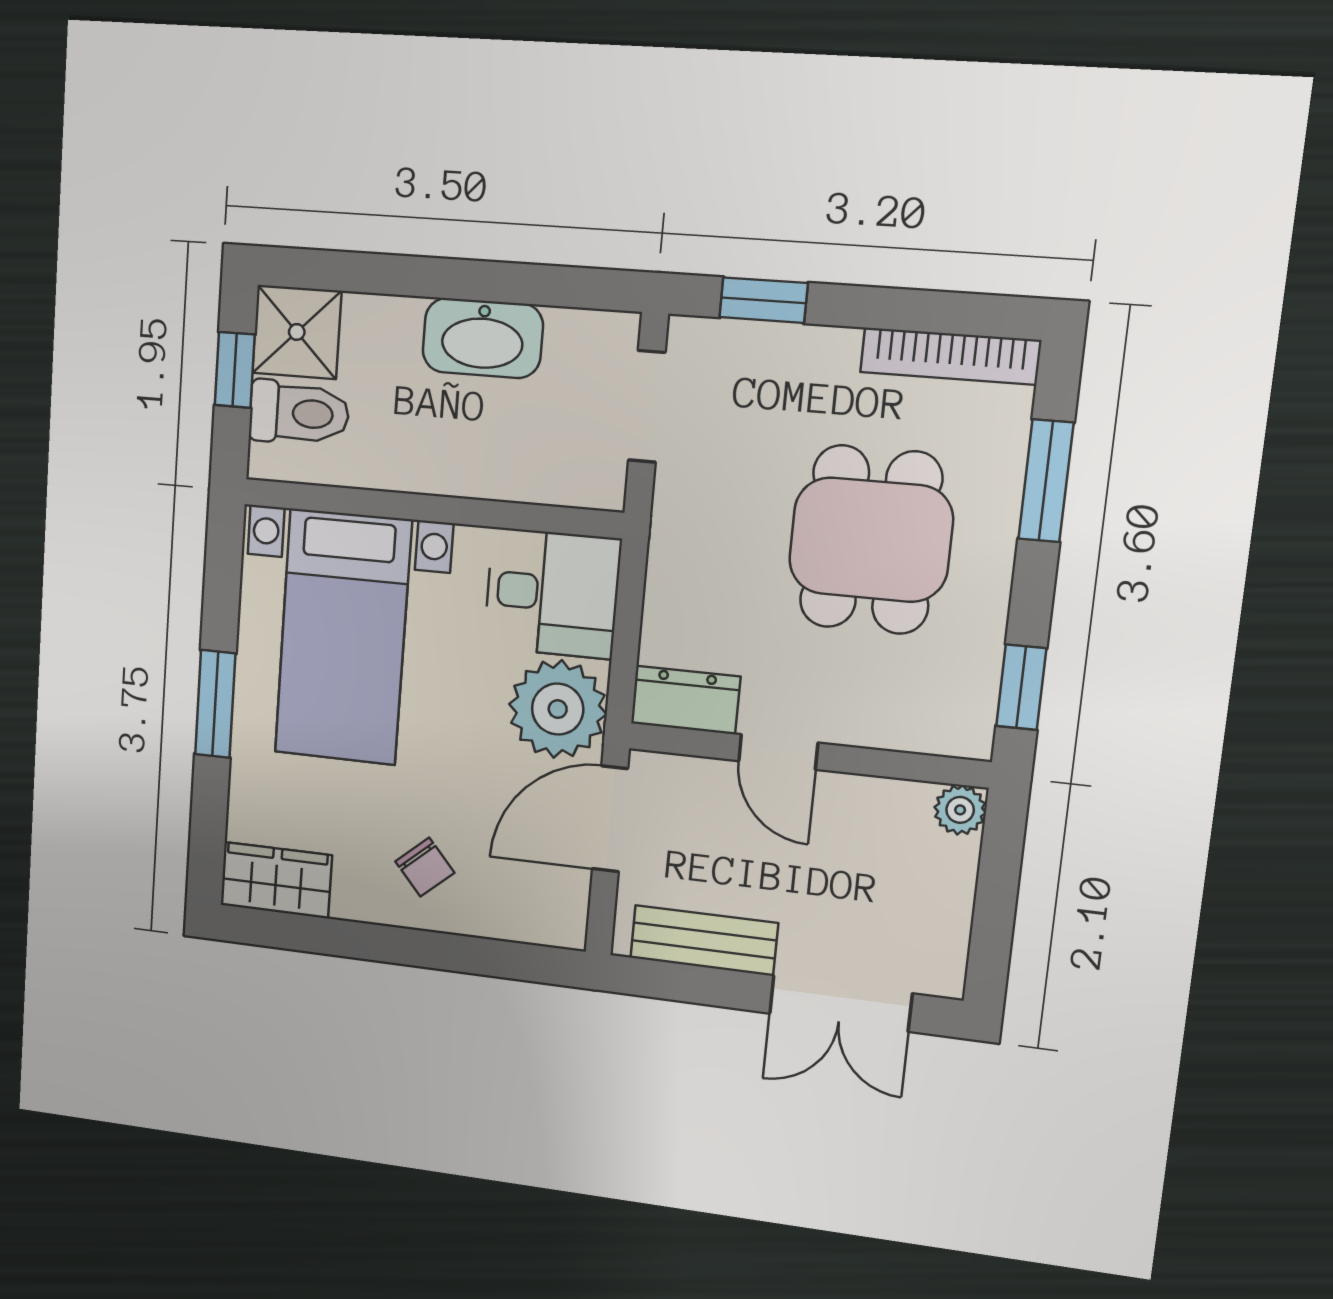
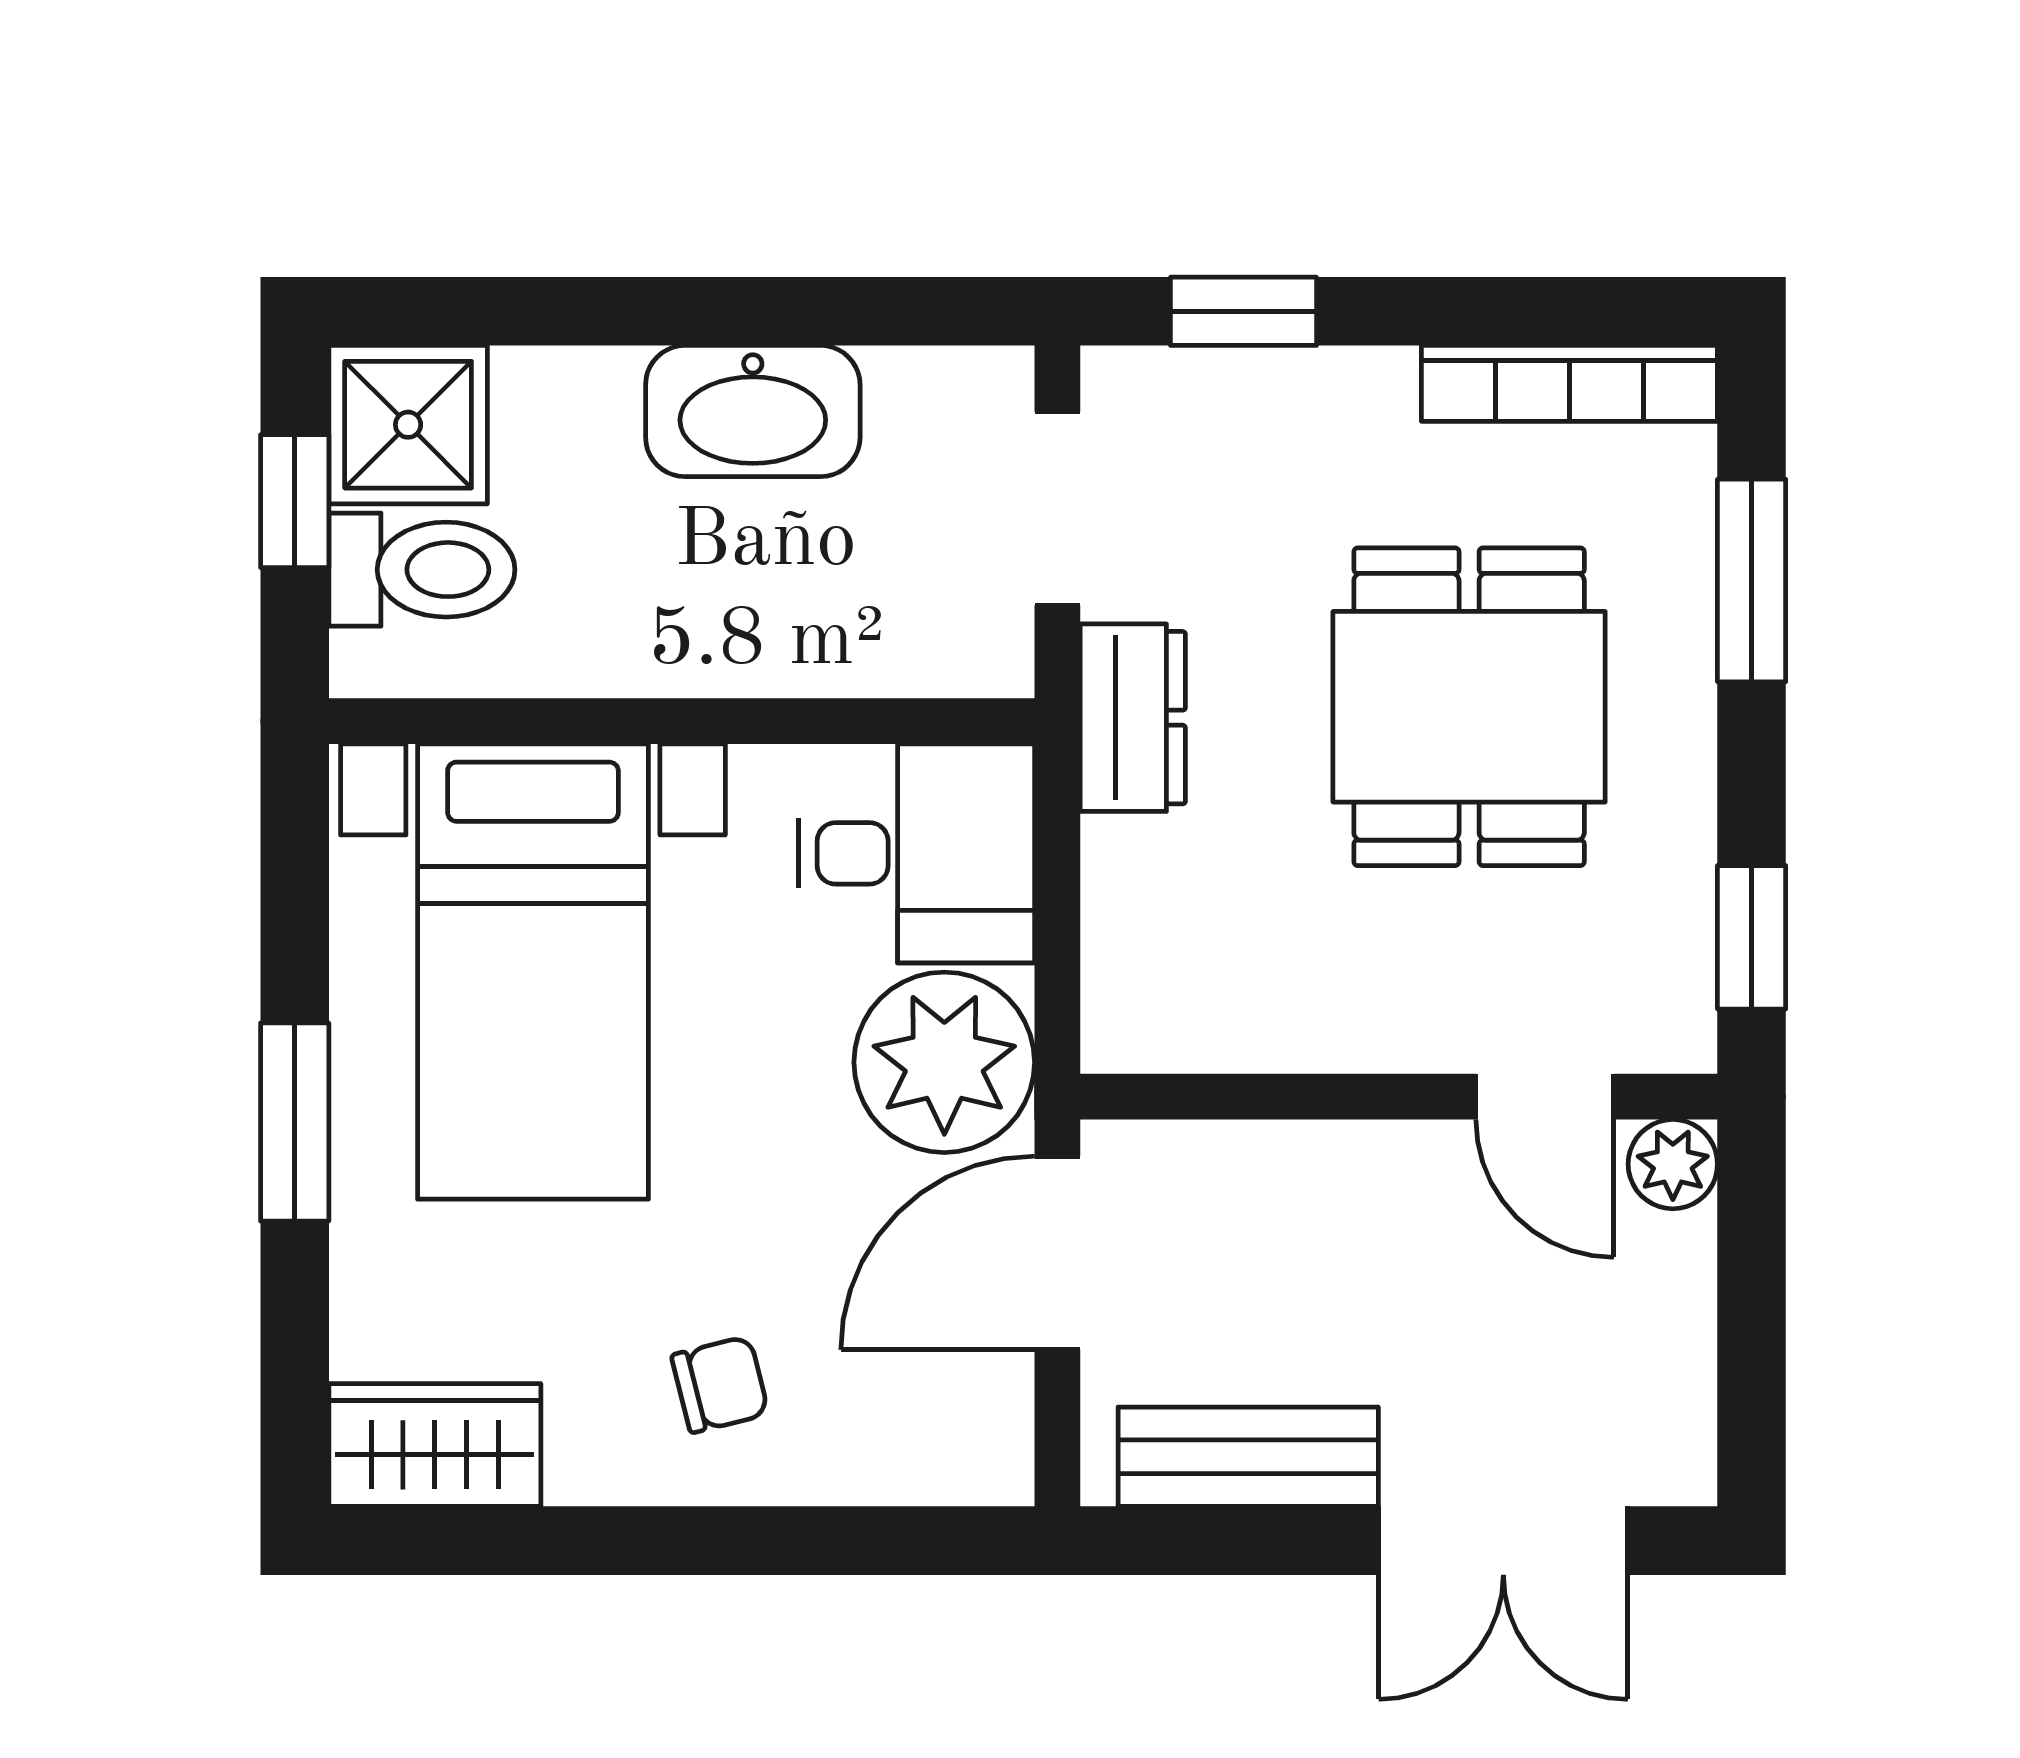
dresser: (685, 700) -> (1133, 718), moved, turned 90
door: (778, 752) -> (1545, 1097), moved
chair: (425, 867) -> (720, 1384), turned -63

